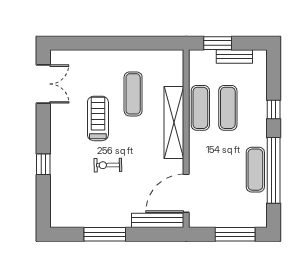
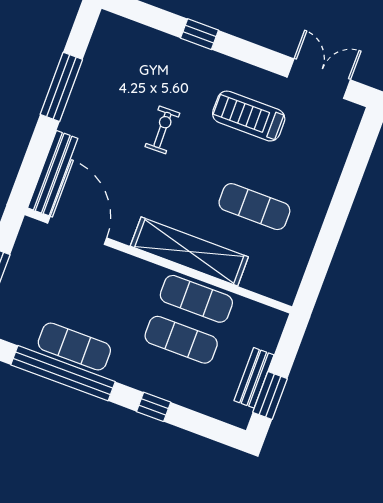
window: (218, 43) -> (270, 395), moved
double door: (43, 84) -> (319, 79), swing flipped
treadmill: (98, 118) -> (249, 116), moved, turned 180

